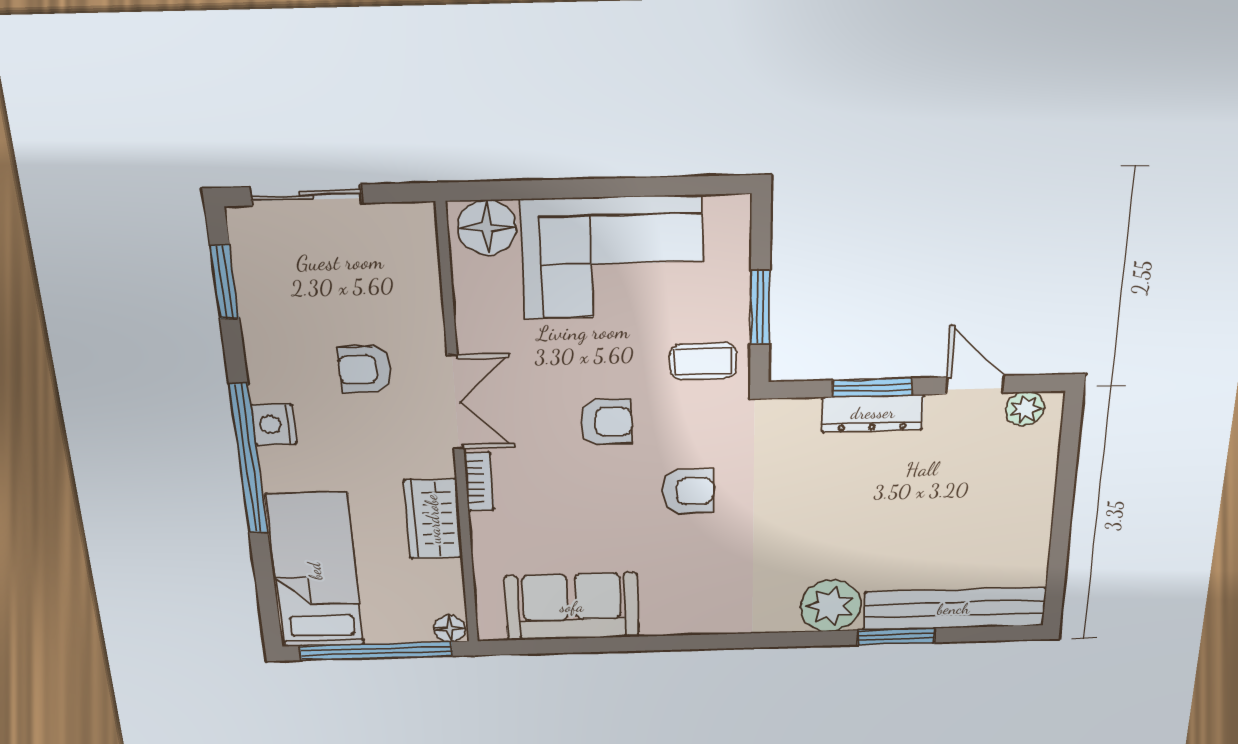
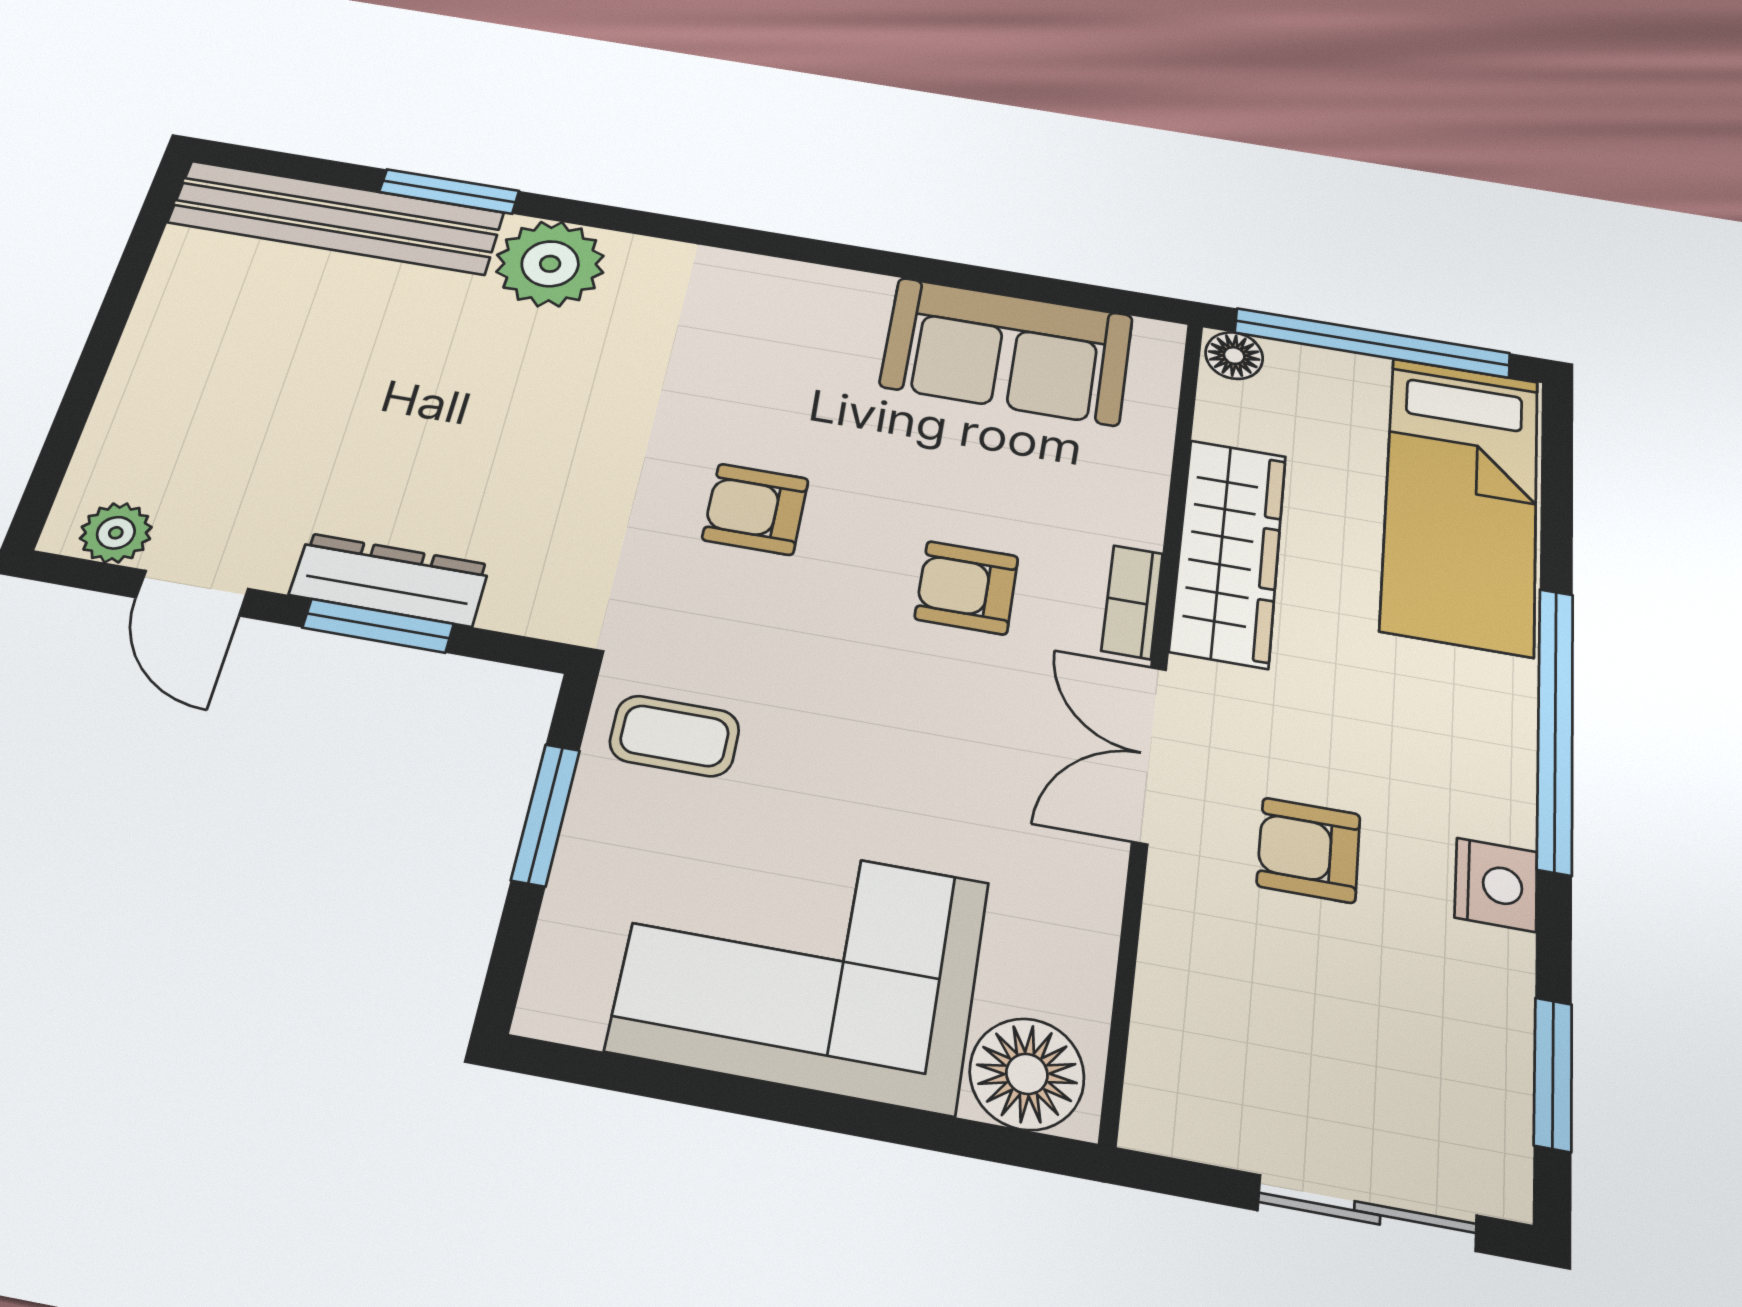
armchair: (365, 369) -> (1309, 850), turned 180
armchair: (606, 422) -> (967, 588), moved
nightstand: (274, 424) -> (1496, 885), moved
wardrobe: (433, 519) -> (1229, 552), width x1.50

